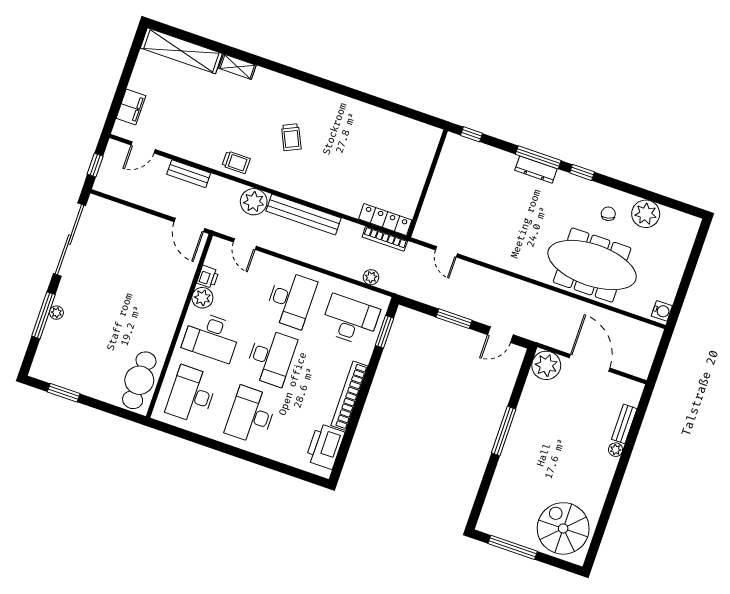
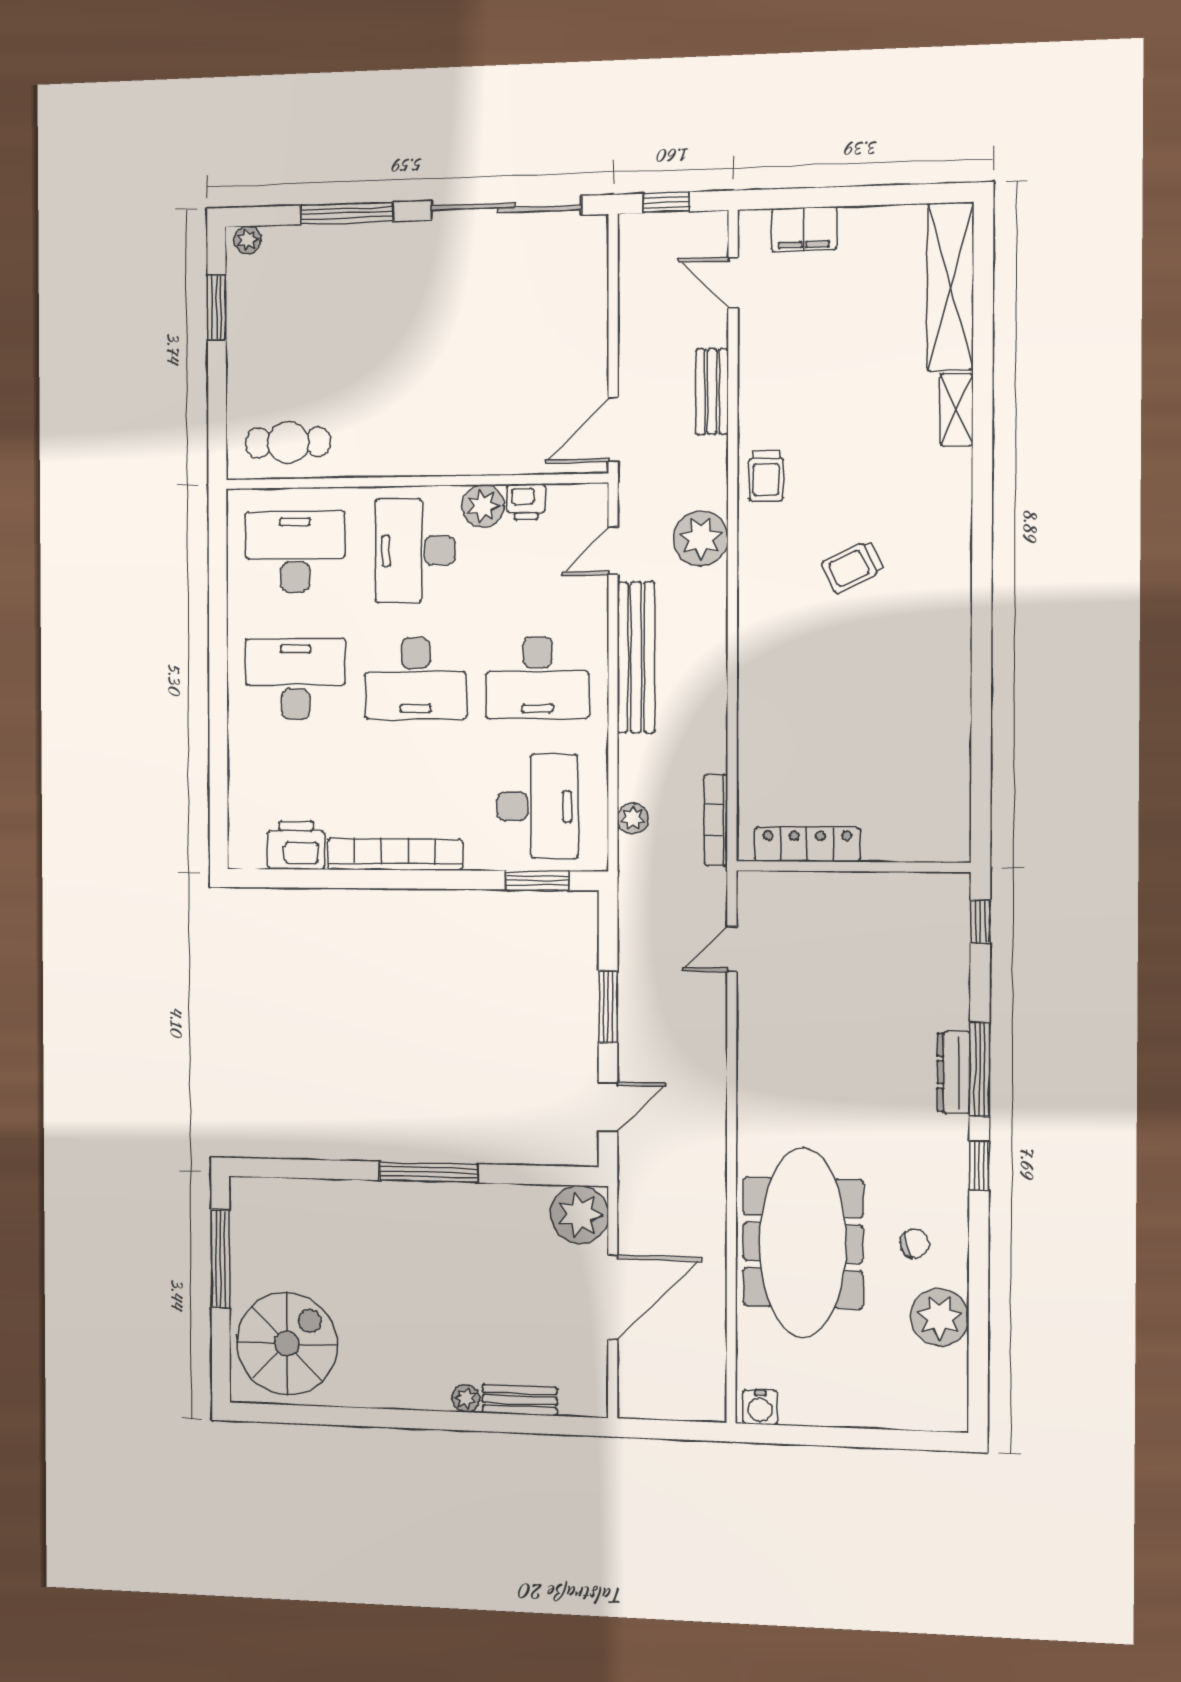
bench: (304, 215) -> (636, 657), moved
locker: (385, 220) -> (807, 844), moved, turned -90
plant: (56, 313) -> (248, 240), moved
door: (500, 335) -> (608, 1107), swing flipped
cafe table: (139, 380) -> (288, 442), width x0.73, depth x0.74
printer: (325, 446) -> (296, 845), width x0.73, depth x0.84

